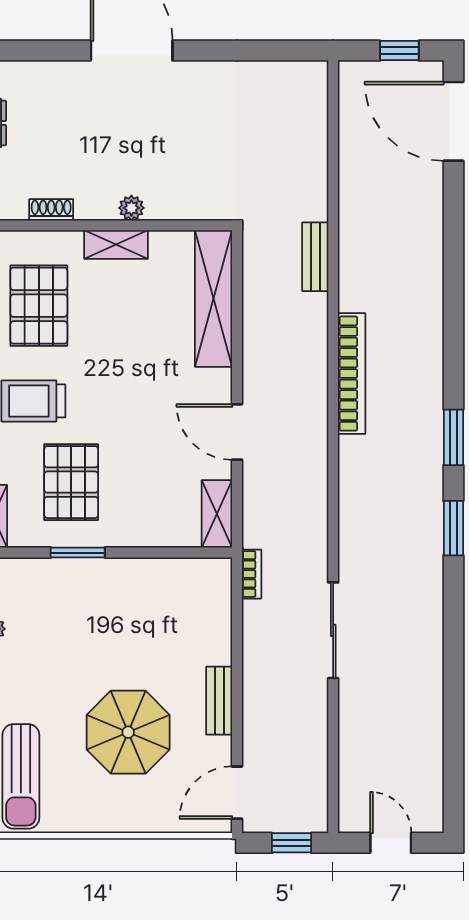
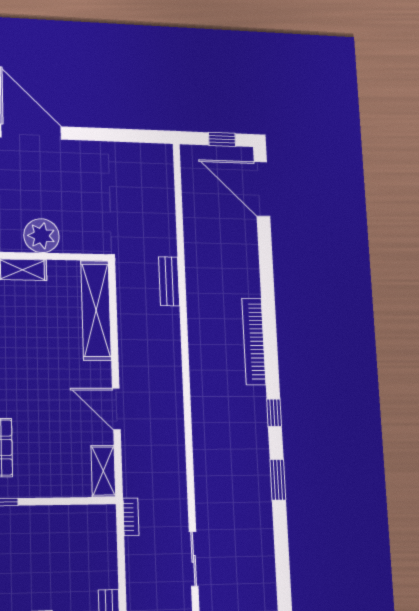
plant: (131, 208) -> (41, 236), width x1.88, depth x1.88
bookcase: (352, 374) -> (254, 341), moved, turned 180
window: (453, 437) -> (274, 413), width x0.67
sliding door: (333, 630) -> (194, 559), width x0.73

